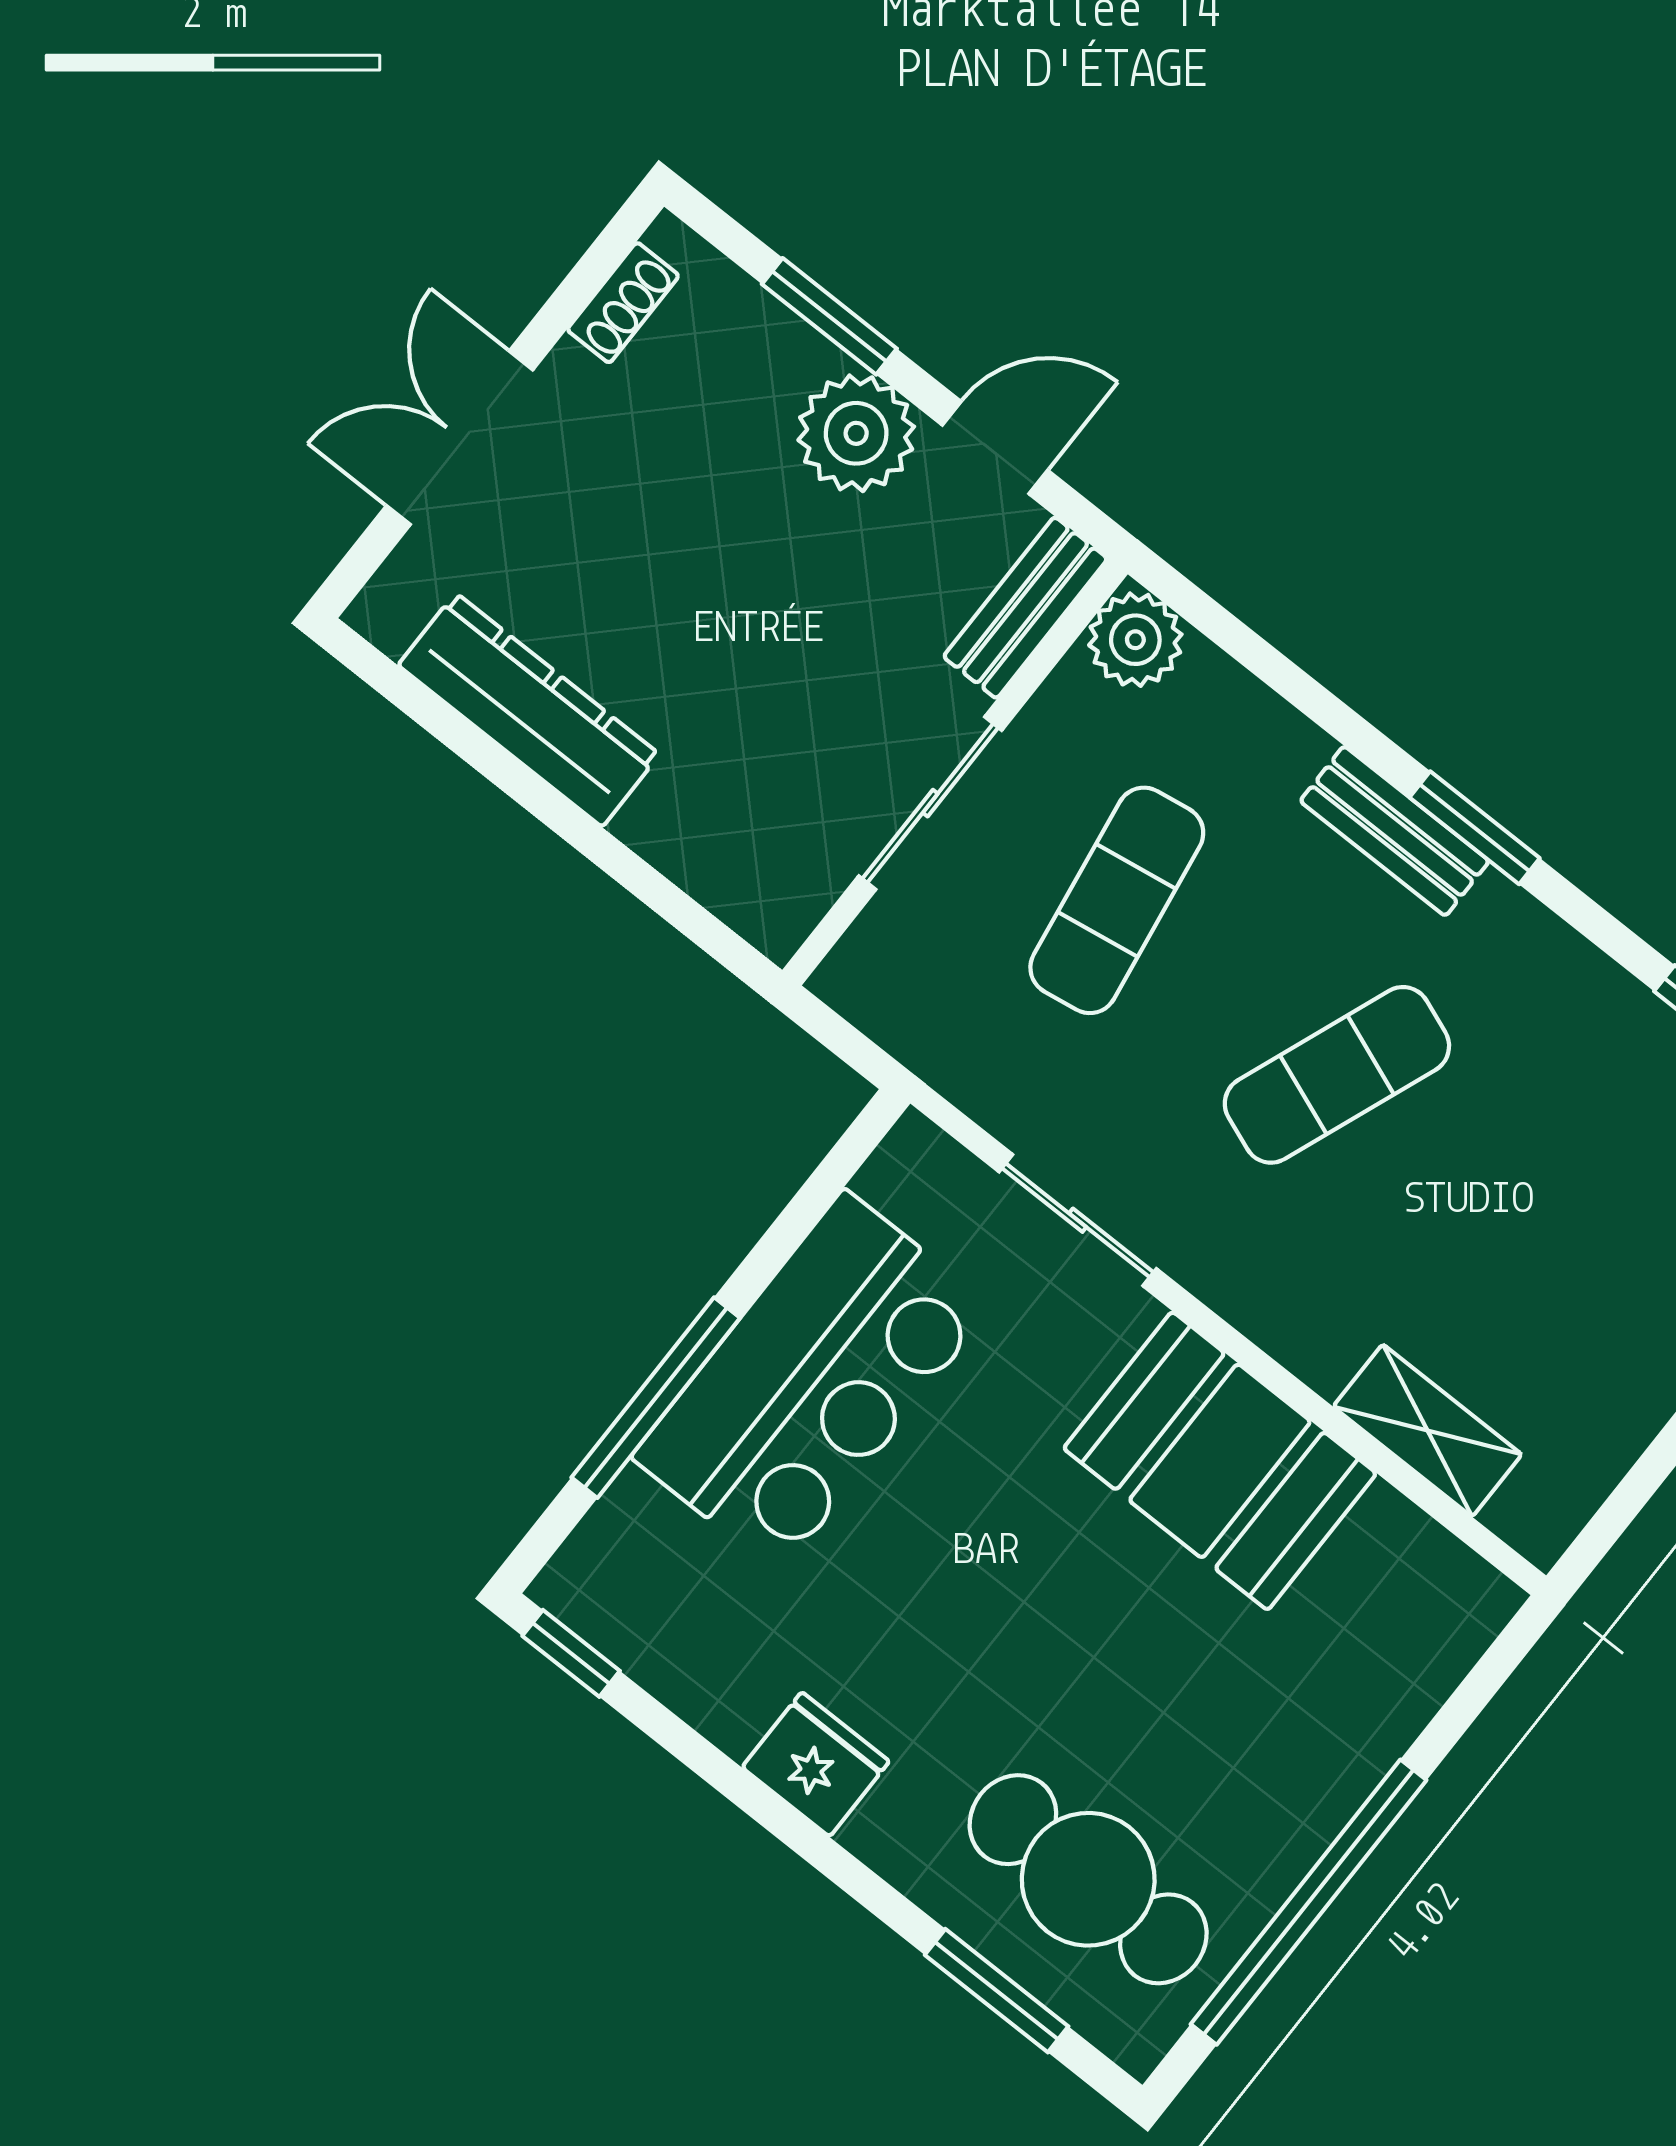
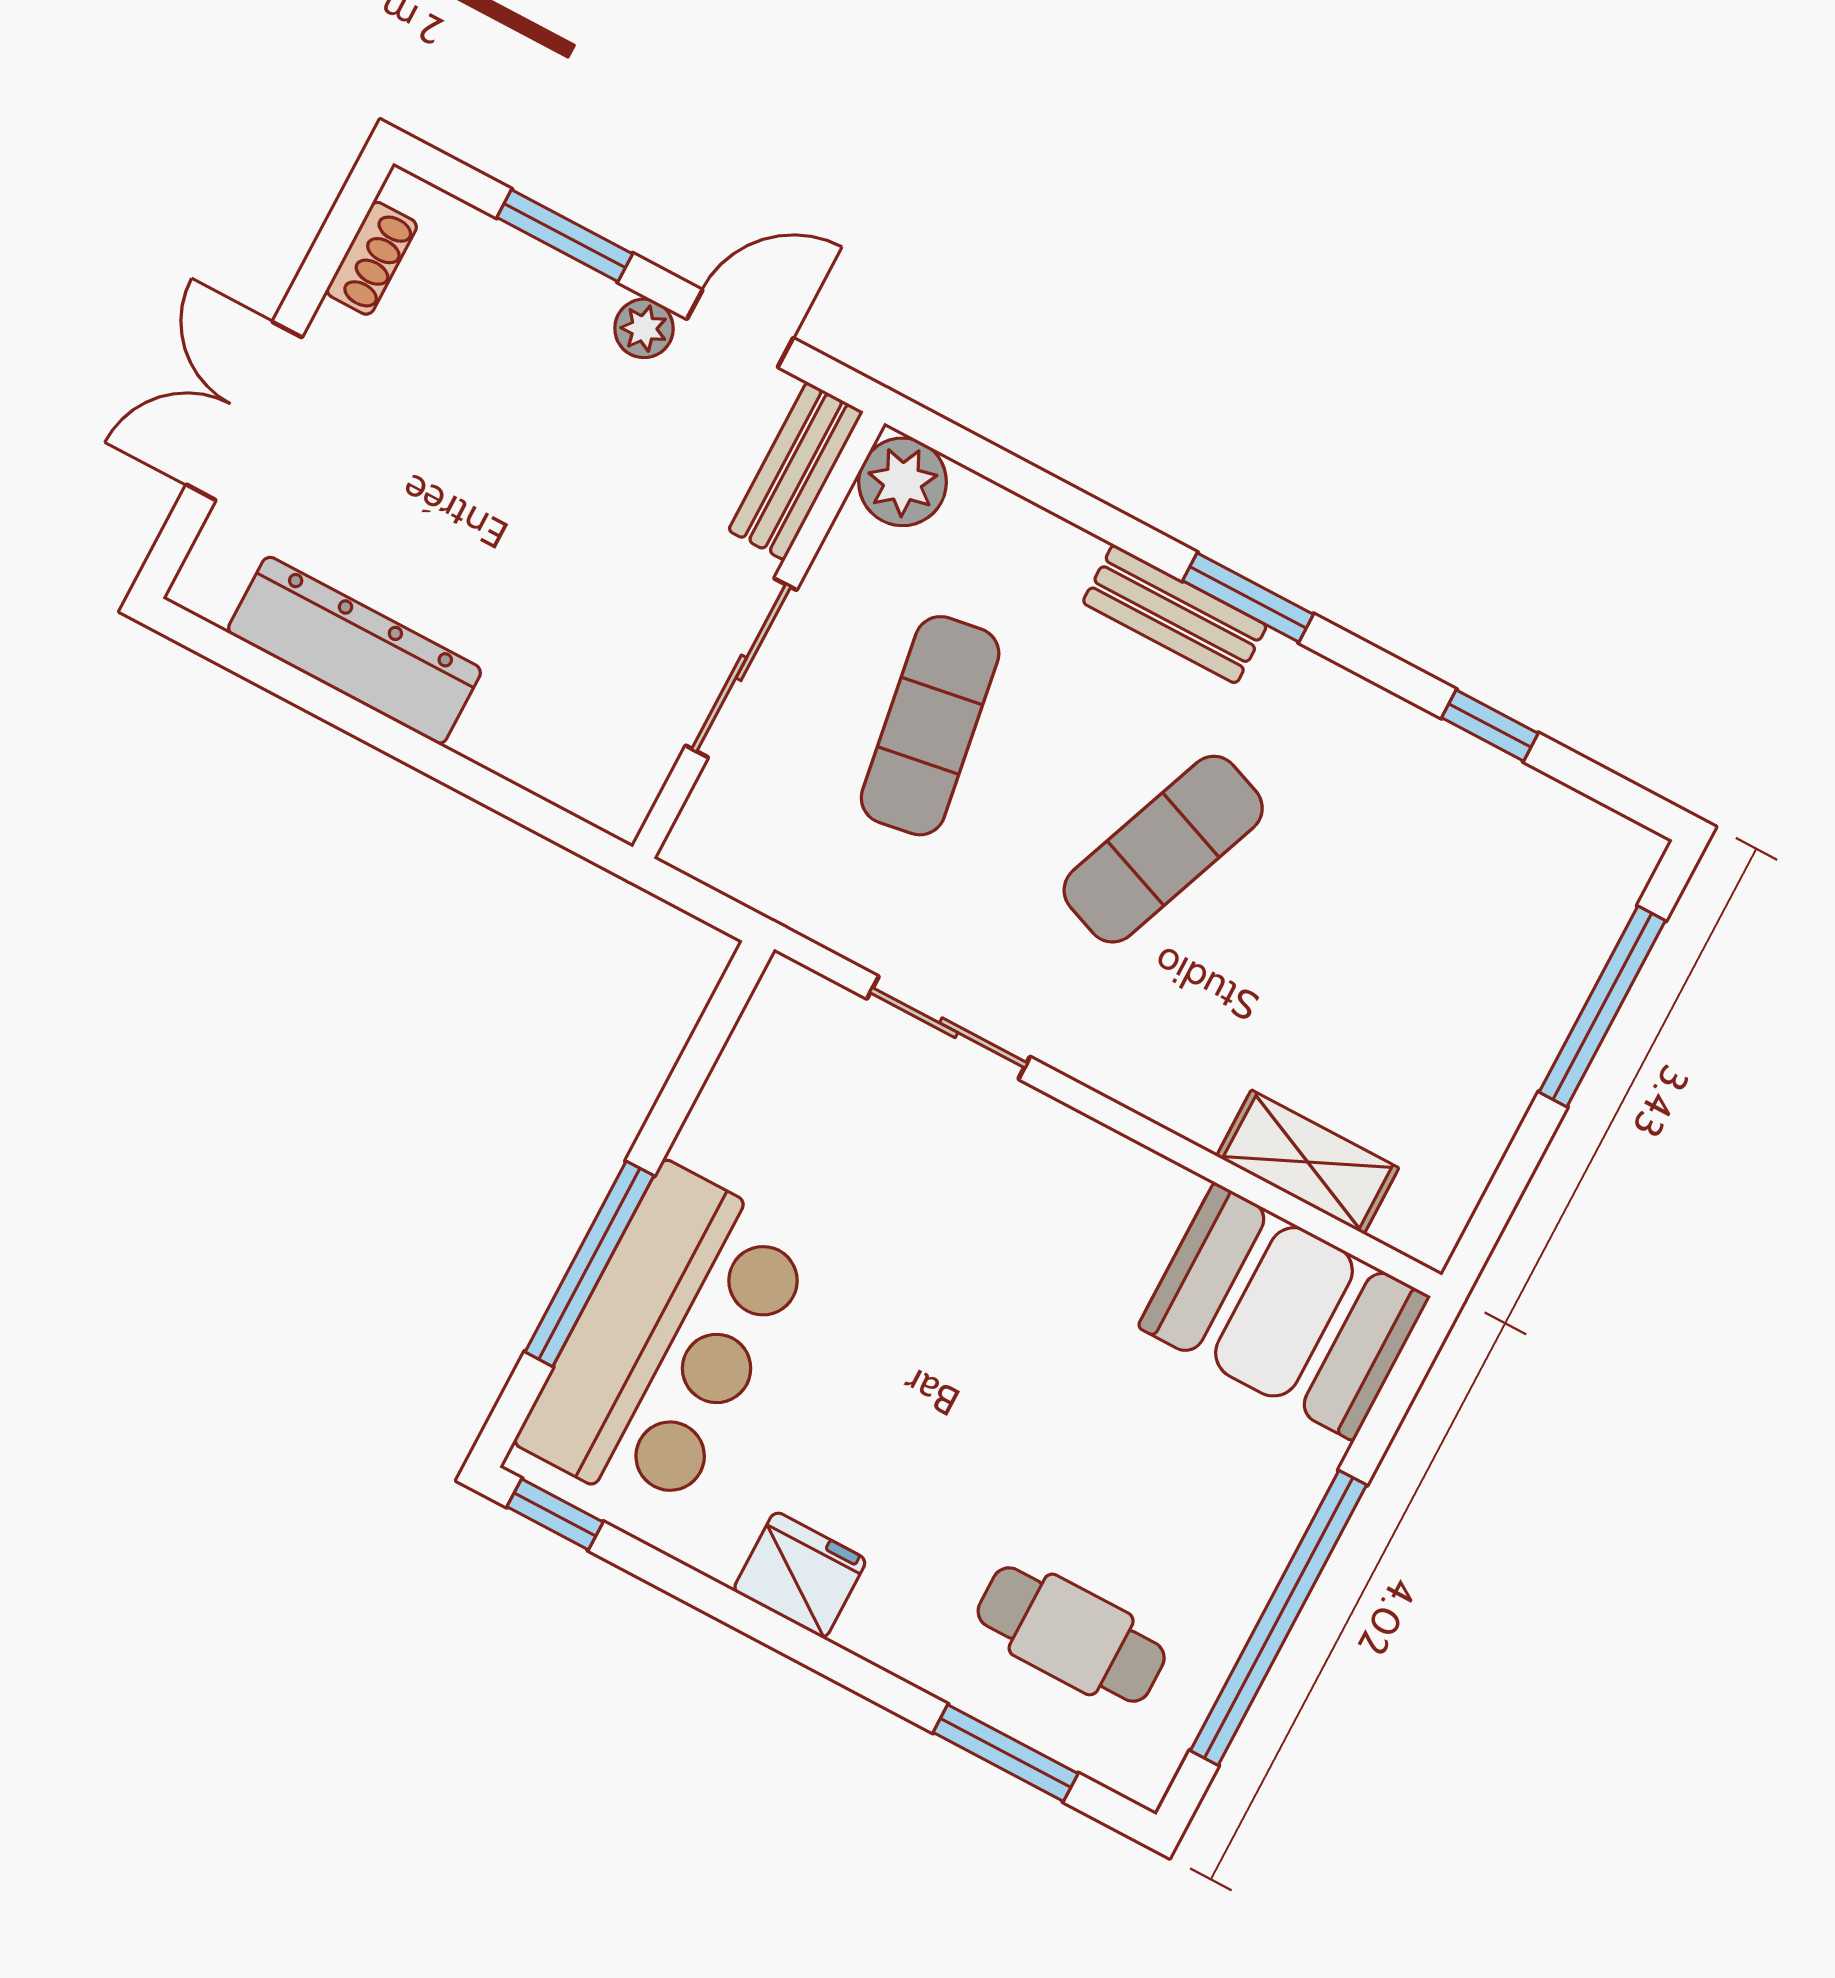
plant: (856, 433) -> (644, 328), width x0.53, depth x0.53
bar counter: (812, 1382) -> (667, 1342), moved
booth: (1220, 1461) -> (1284, 1312), moved
cafe table: (1088, 1879) -> (1071, 1634), width x0.73, depth x0.74

